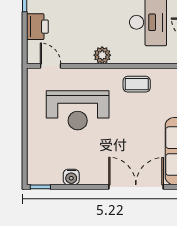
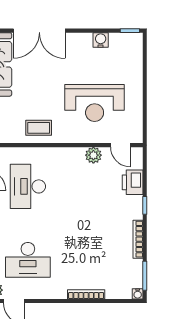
plant: (102, 55) -> (93, 155), moved
reception desk: (78, 110) -> (95, 103), turned 180

